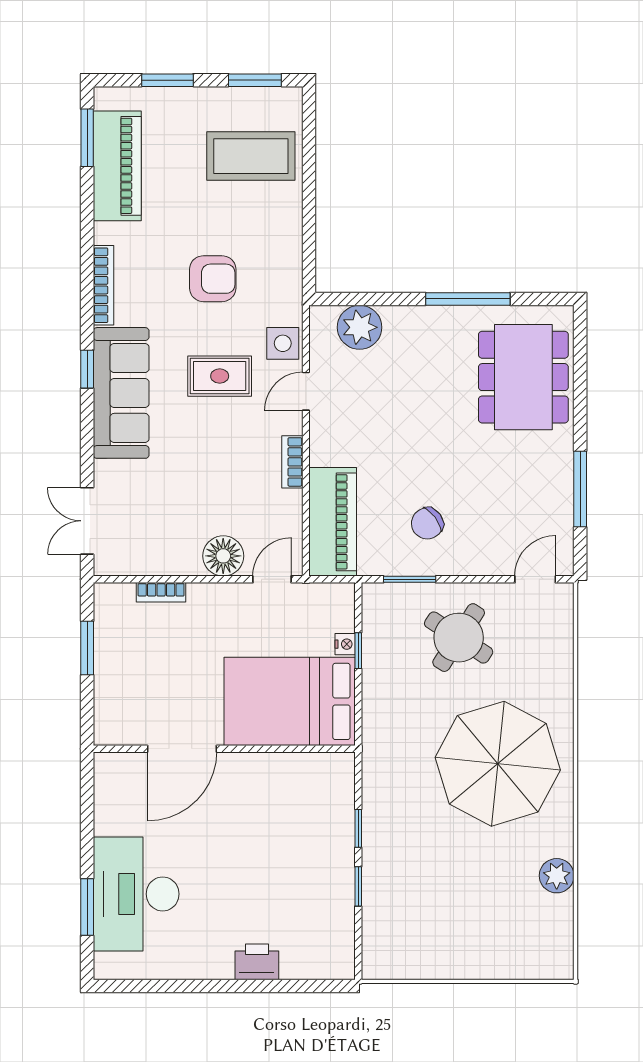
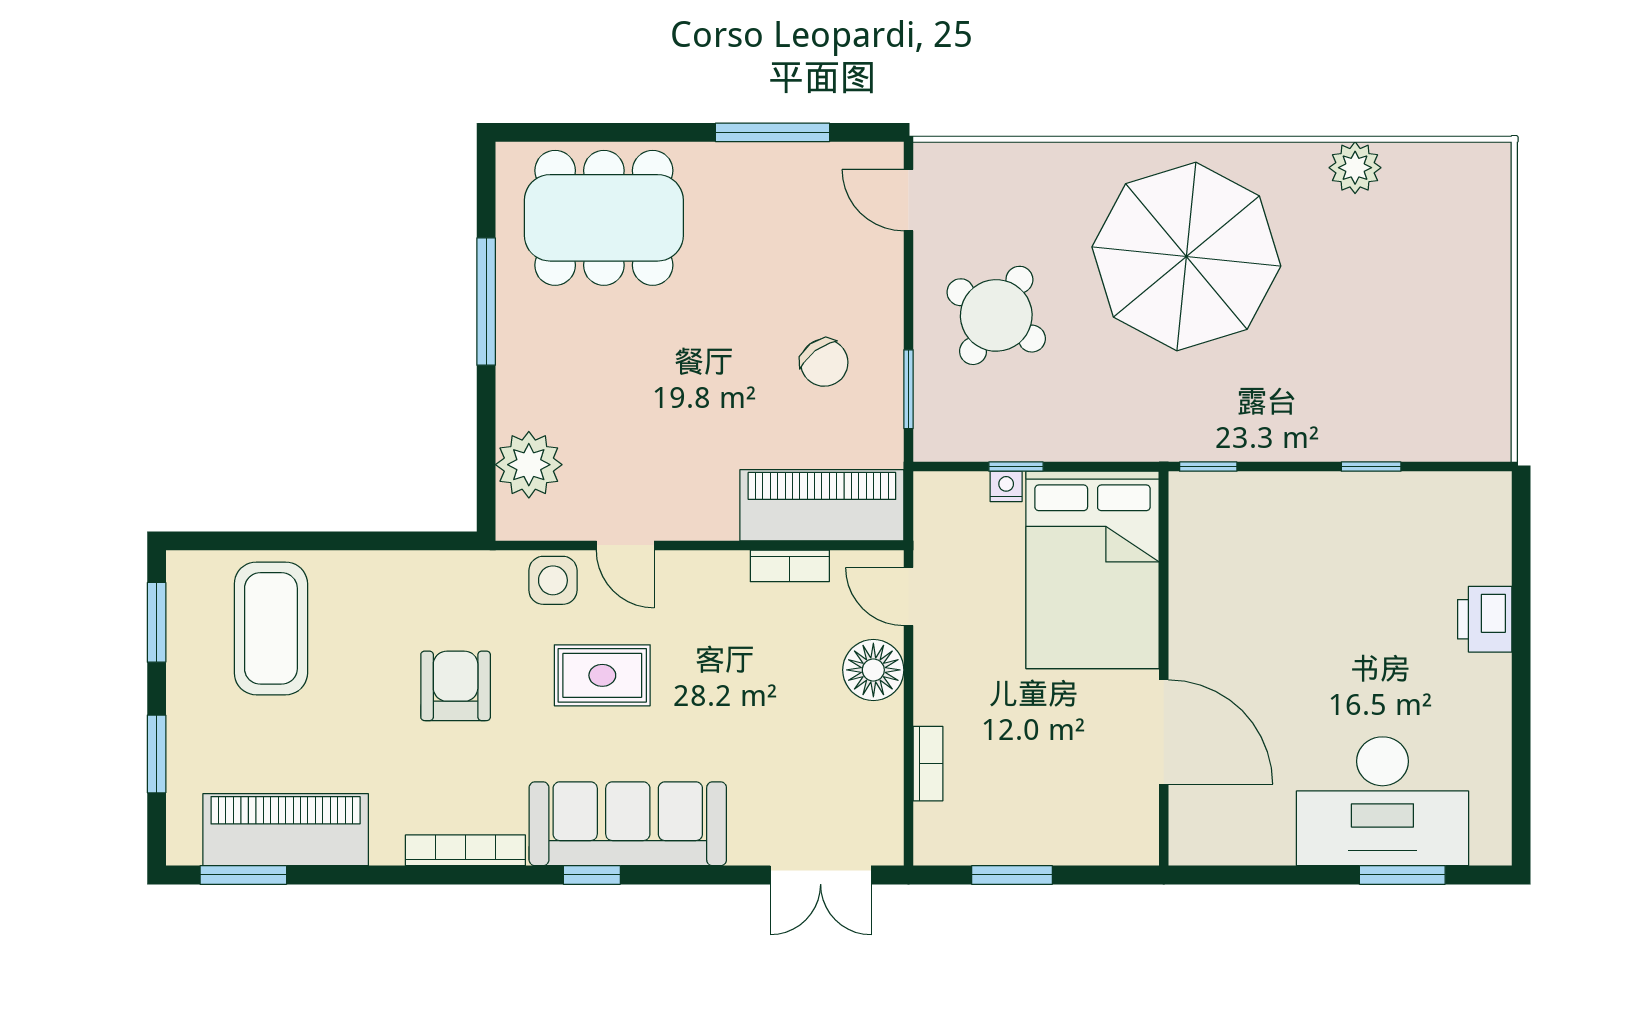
rug: (220, 376) -> (602, 675), turned 90
bookcase: (292, 462) -> (790, 566), moved
window: (358, 828) -> (1208, 467), moved

